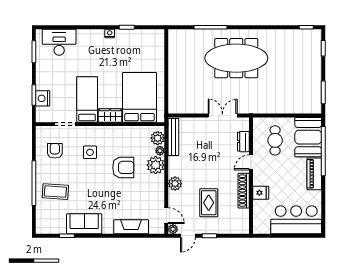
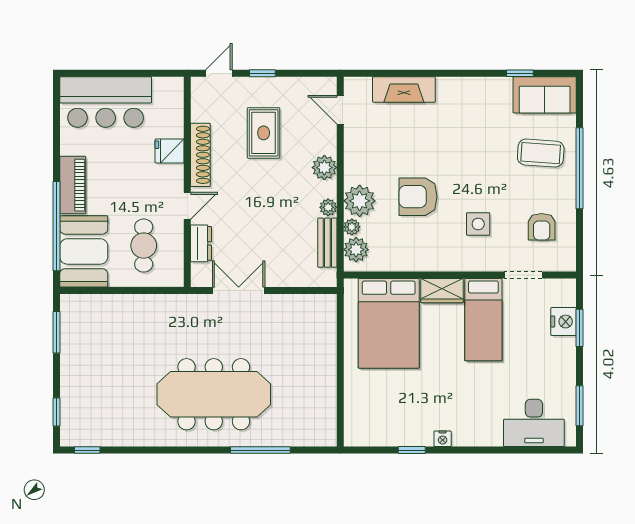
double door: (223, 116) -> (239, 290), swing flipped
bench: (173, 137) -> (327, 243), width x0.73
sofa: (84, 224) -> (545, 95), moved
plant: (173, 229) -> (328, 207), moved
door: (188, 236) -> (219, 73), moved

